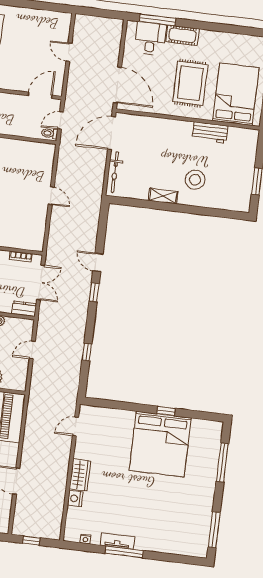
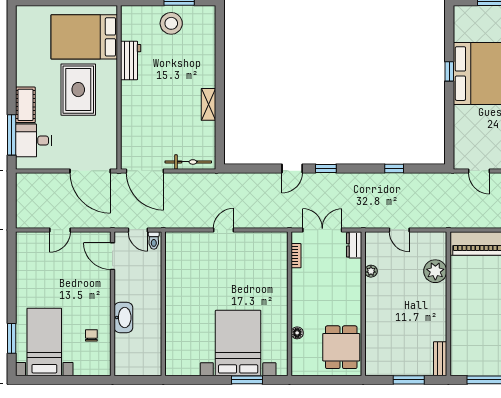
rug: (190, 83) -> (78, 90), turned 90
door: (117, 85) -> (90, 171), swing flipped
stool: (195, 180) -> (171, 23), moved

